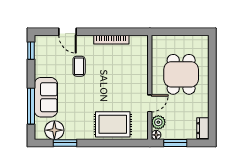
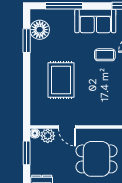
sofa: (46, 97) -> (95, 21), moved
rug: (113, 124) -> (61, 80), moved

